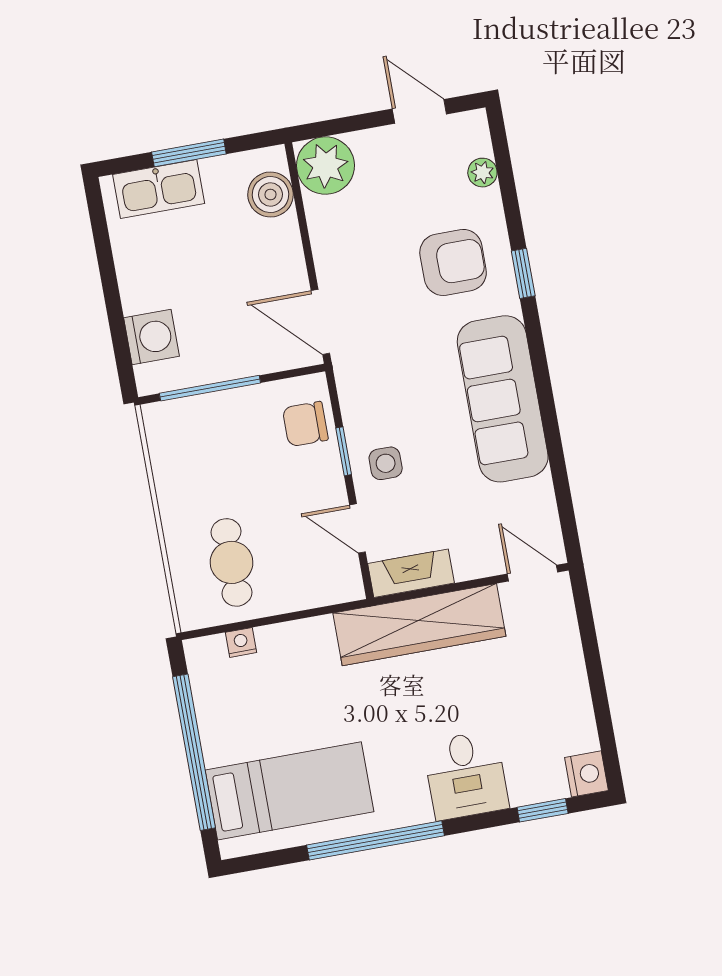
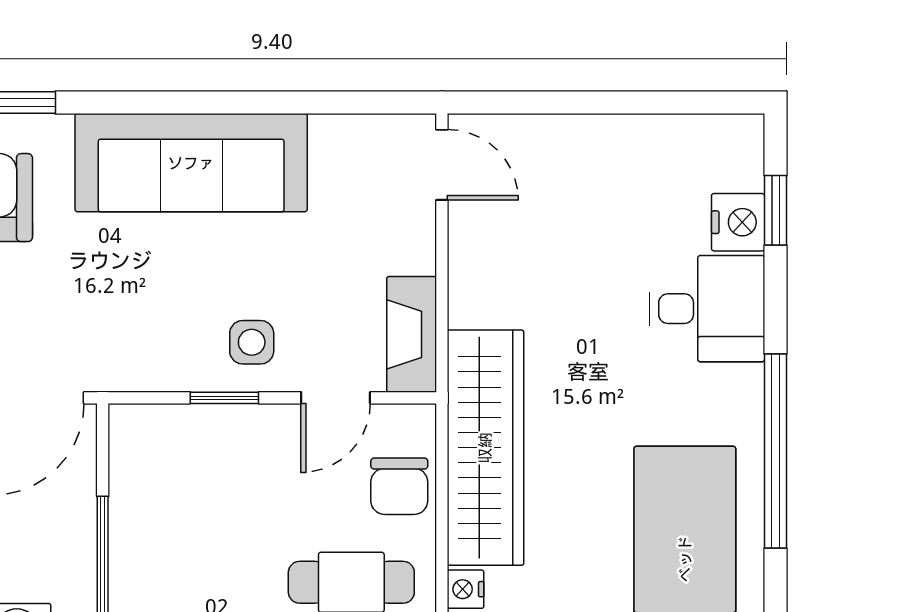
chair: (305, 424) -> (399, 486), moved
door: (532, 573) -> (442, 165), swing flipped
wardrobe: (419, 625) -> (485, 448), moved
nightstand: (586, 774) -> (738, 222), moved, turned 90

